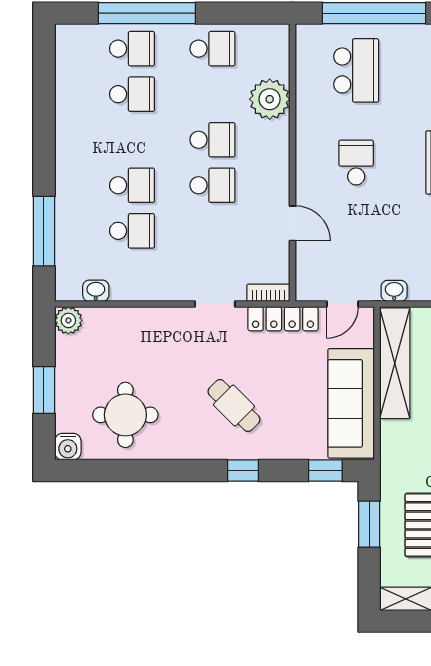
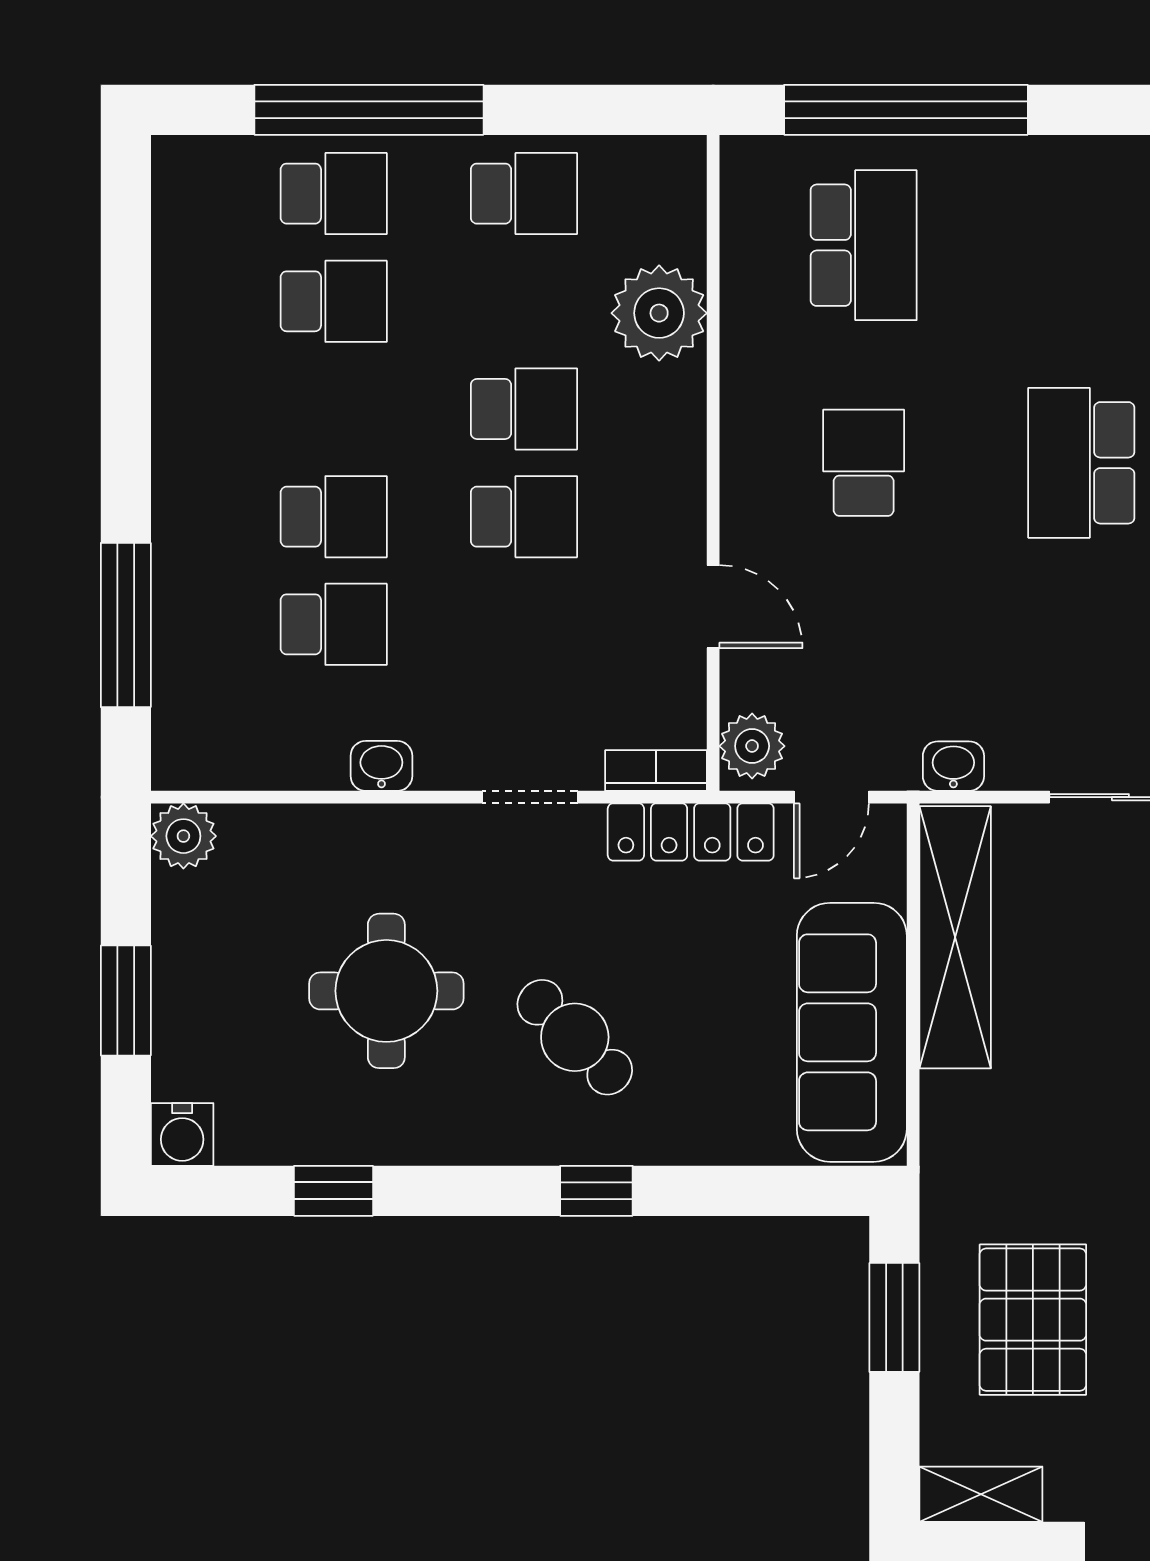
plant: (309, 282) -> (752, 746), added
washbasin: (96, 291) -> (381, 766), moved
round table: (125, 415) -> (386, 991), moved
window: (325, 470) -> (334, 1191), moved

